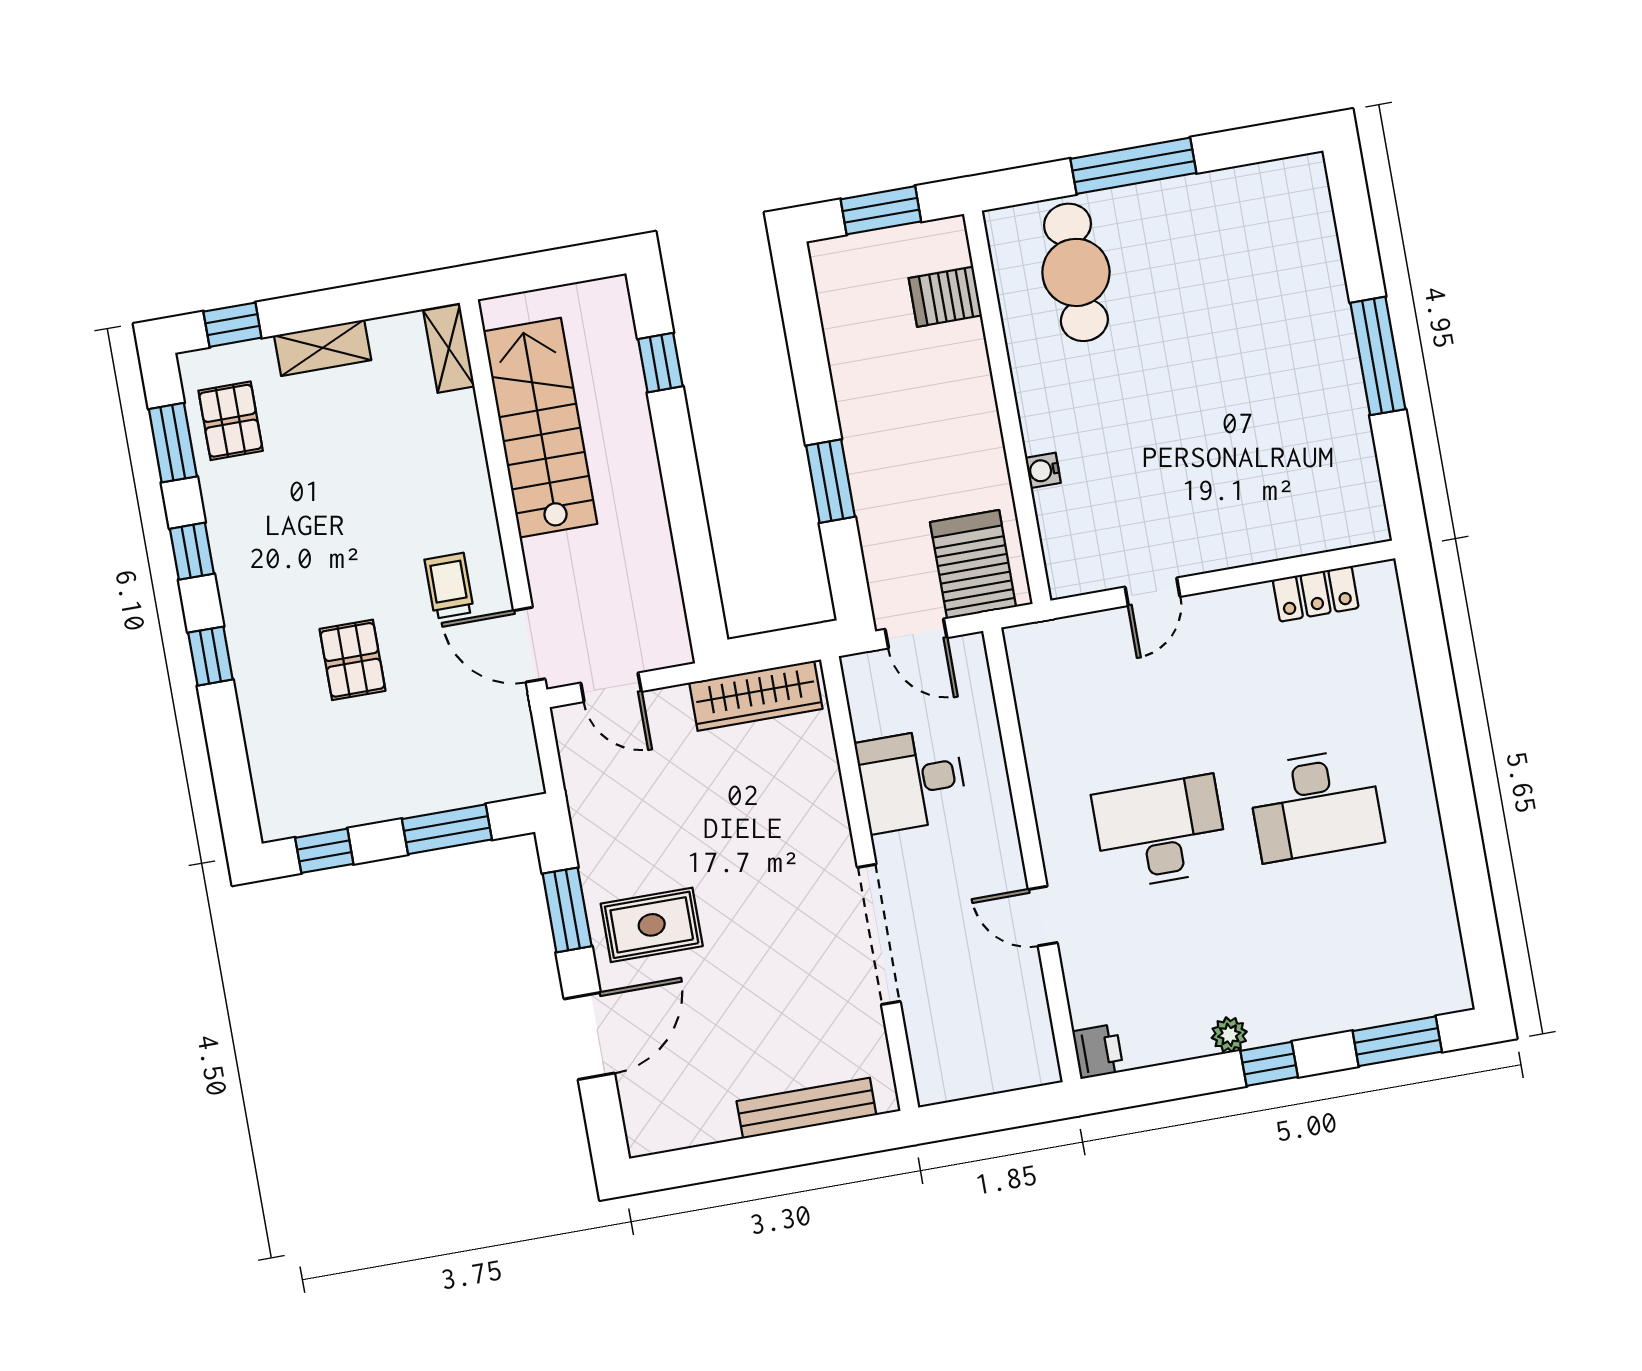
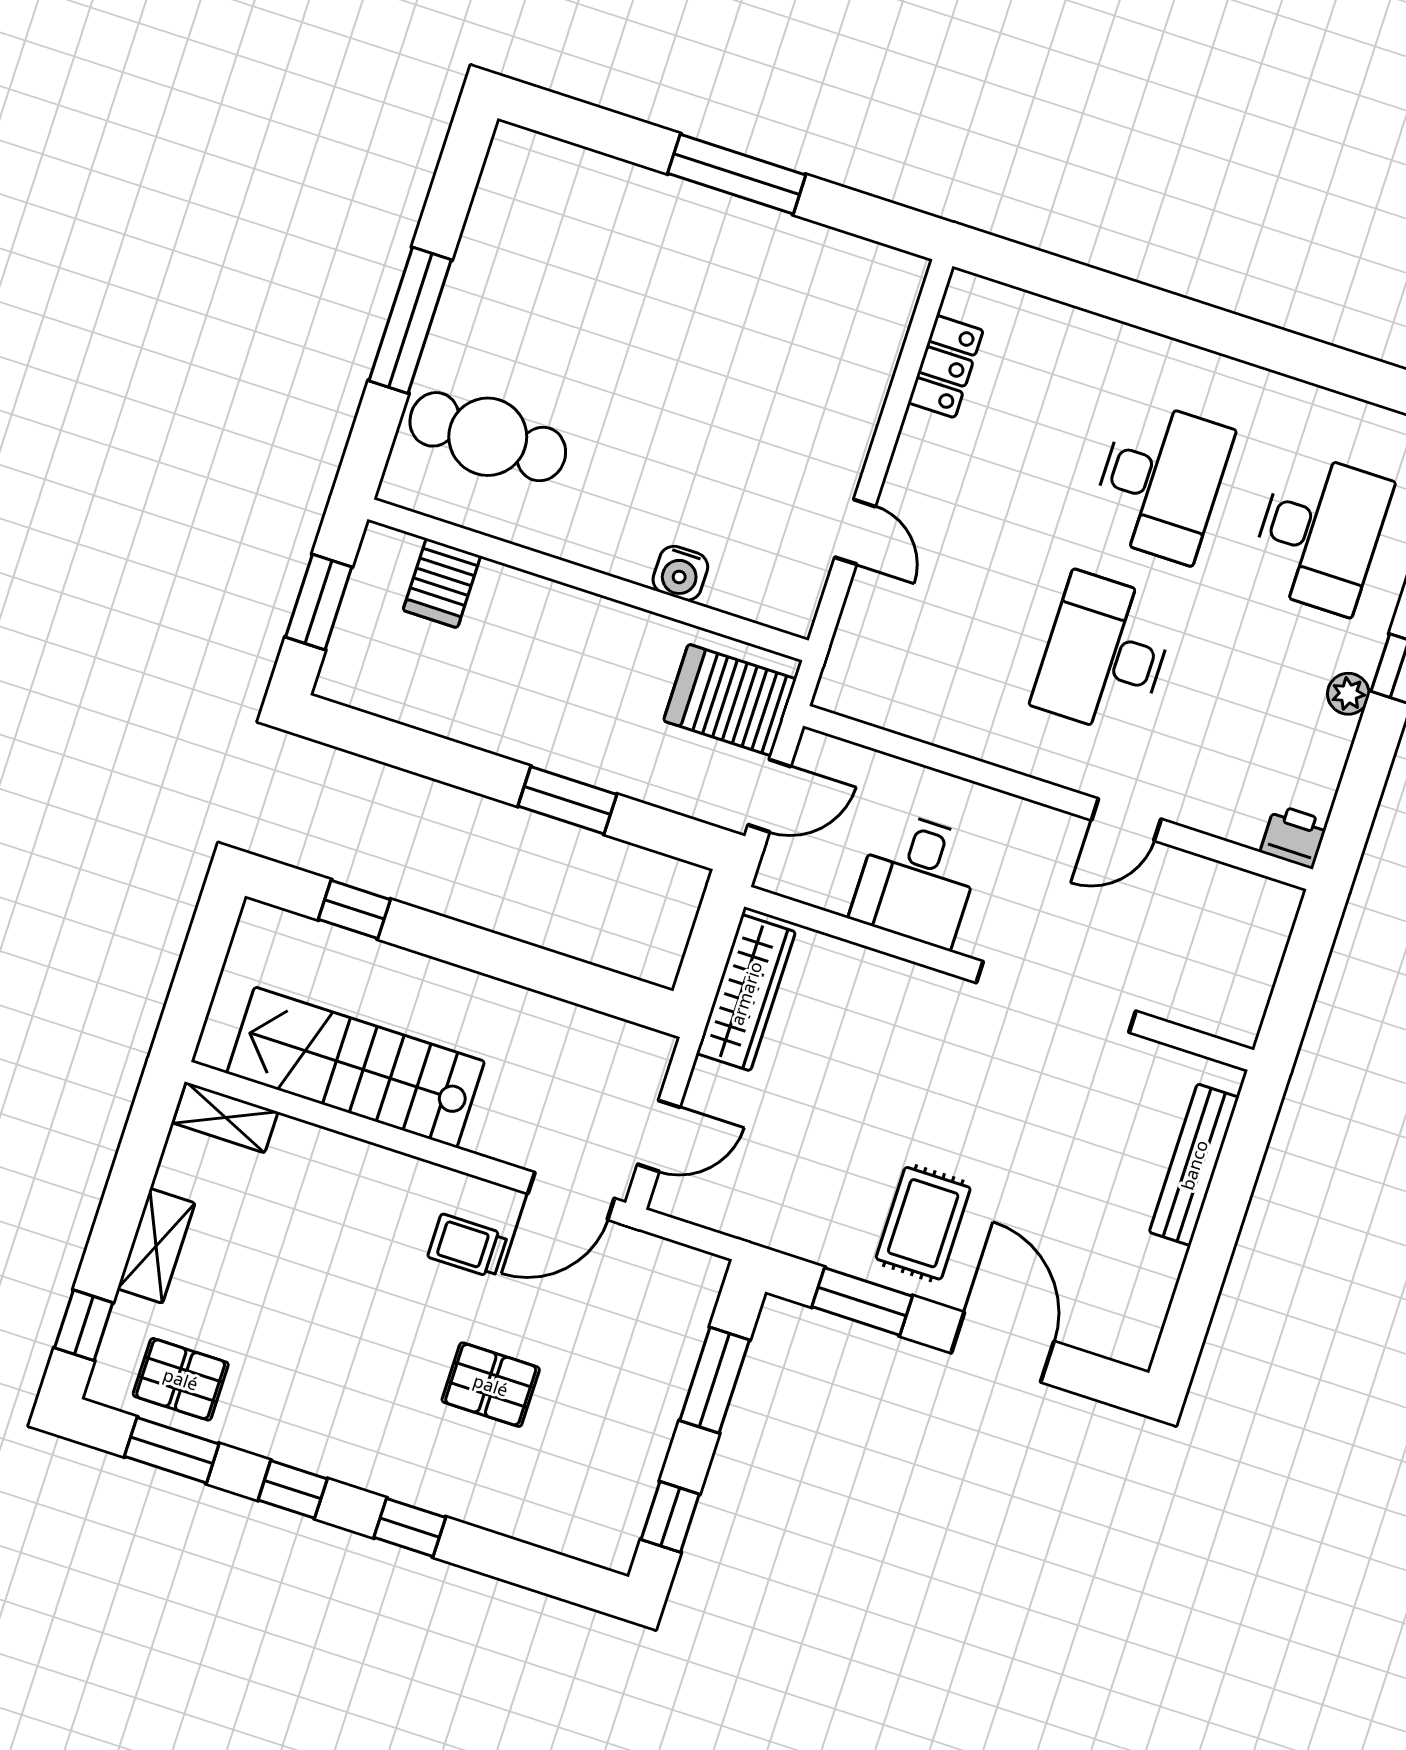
water cooler: (1043, 470) -> (680, 573), width x1.38, depth x1.38
desk: (1341, 948) -> (1320, 533), added

